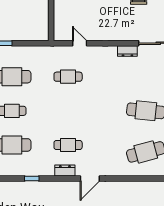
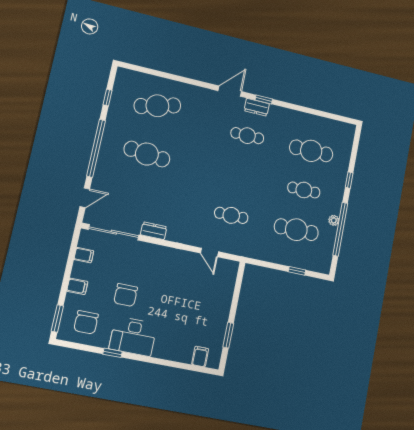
window: (32, 178) -> (264, 100), moved

